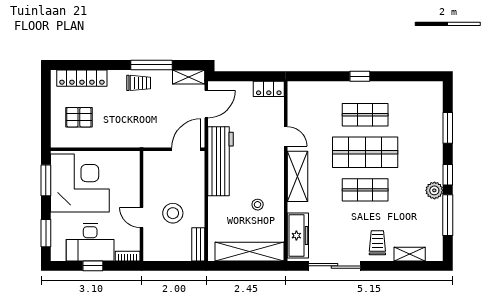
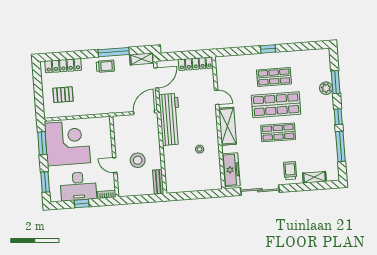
locker: (269, 89) -> (196, 64), width x1.53
plant: (434, 190) -> (326, 88), moved
shelving: (250, 252) -> (196, 184), removed

